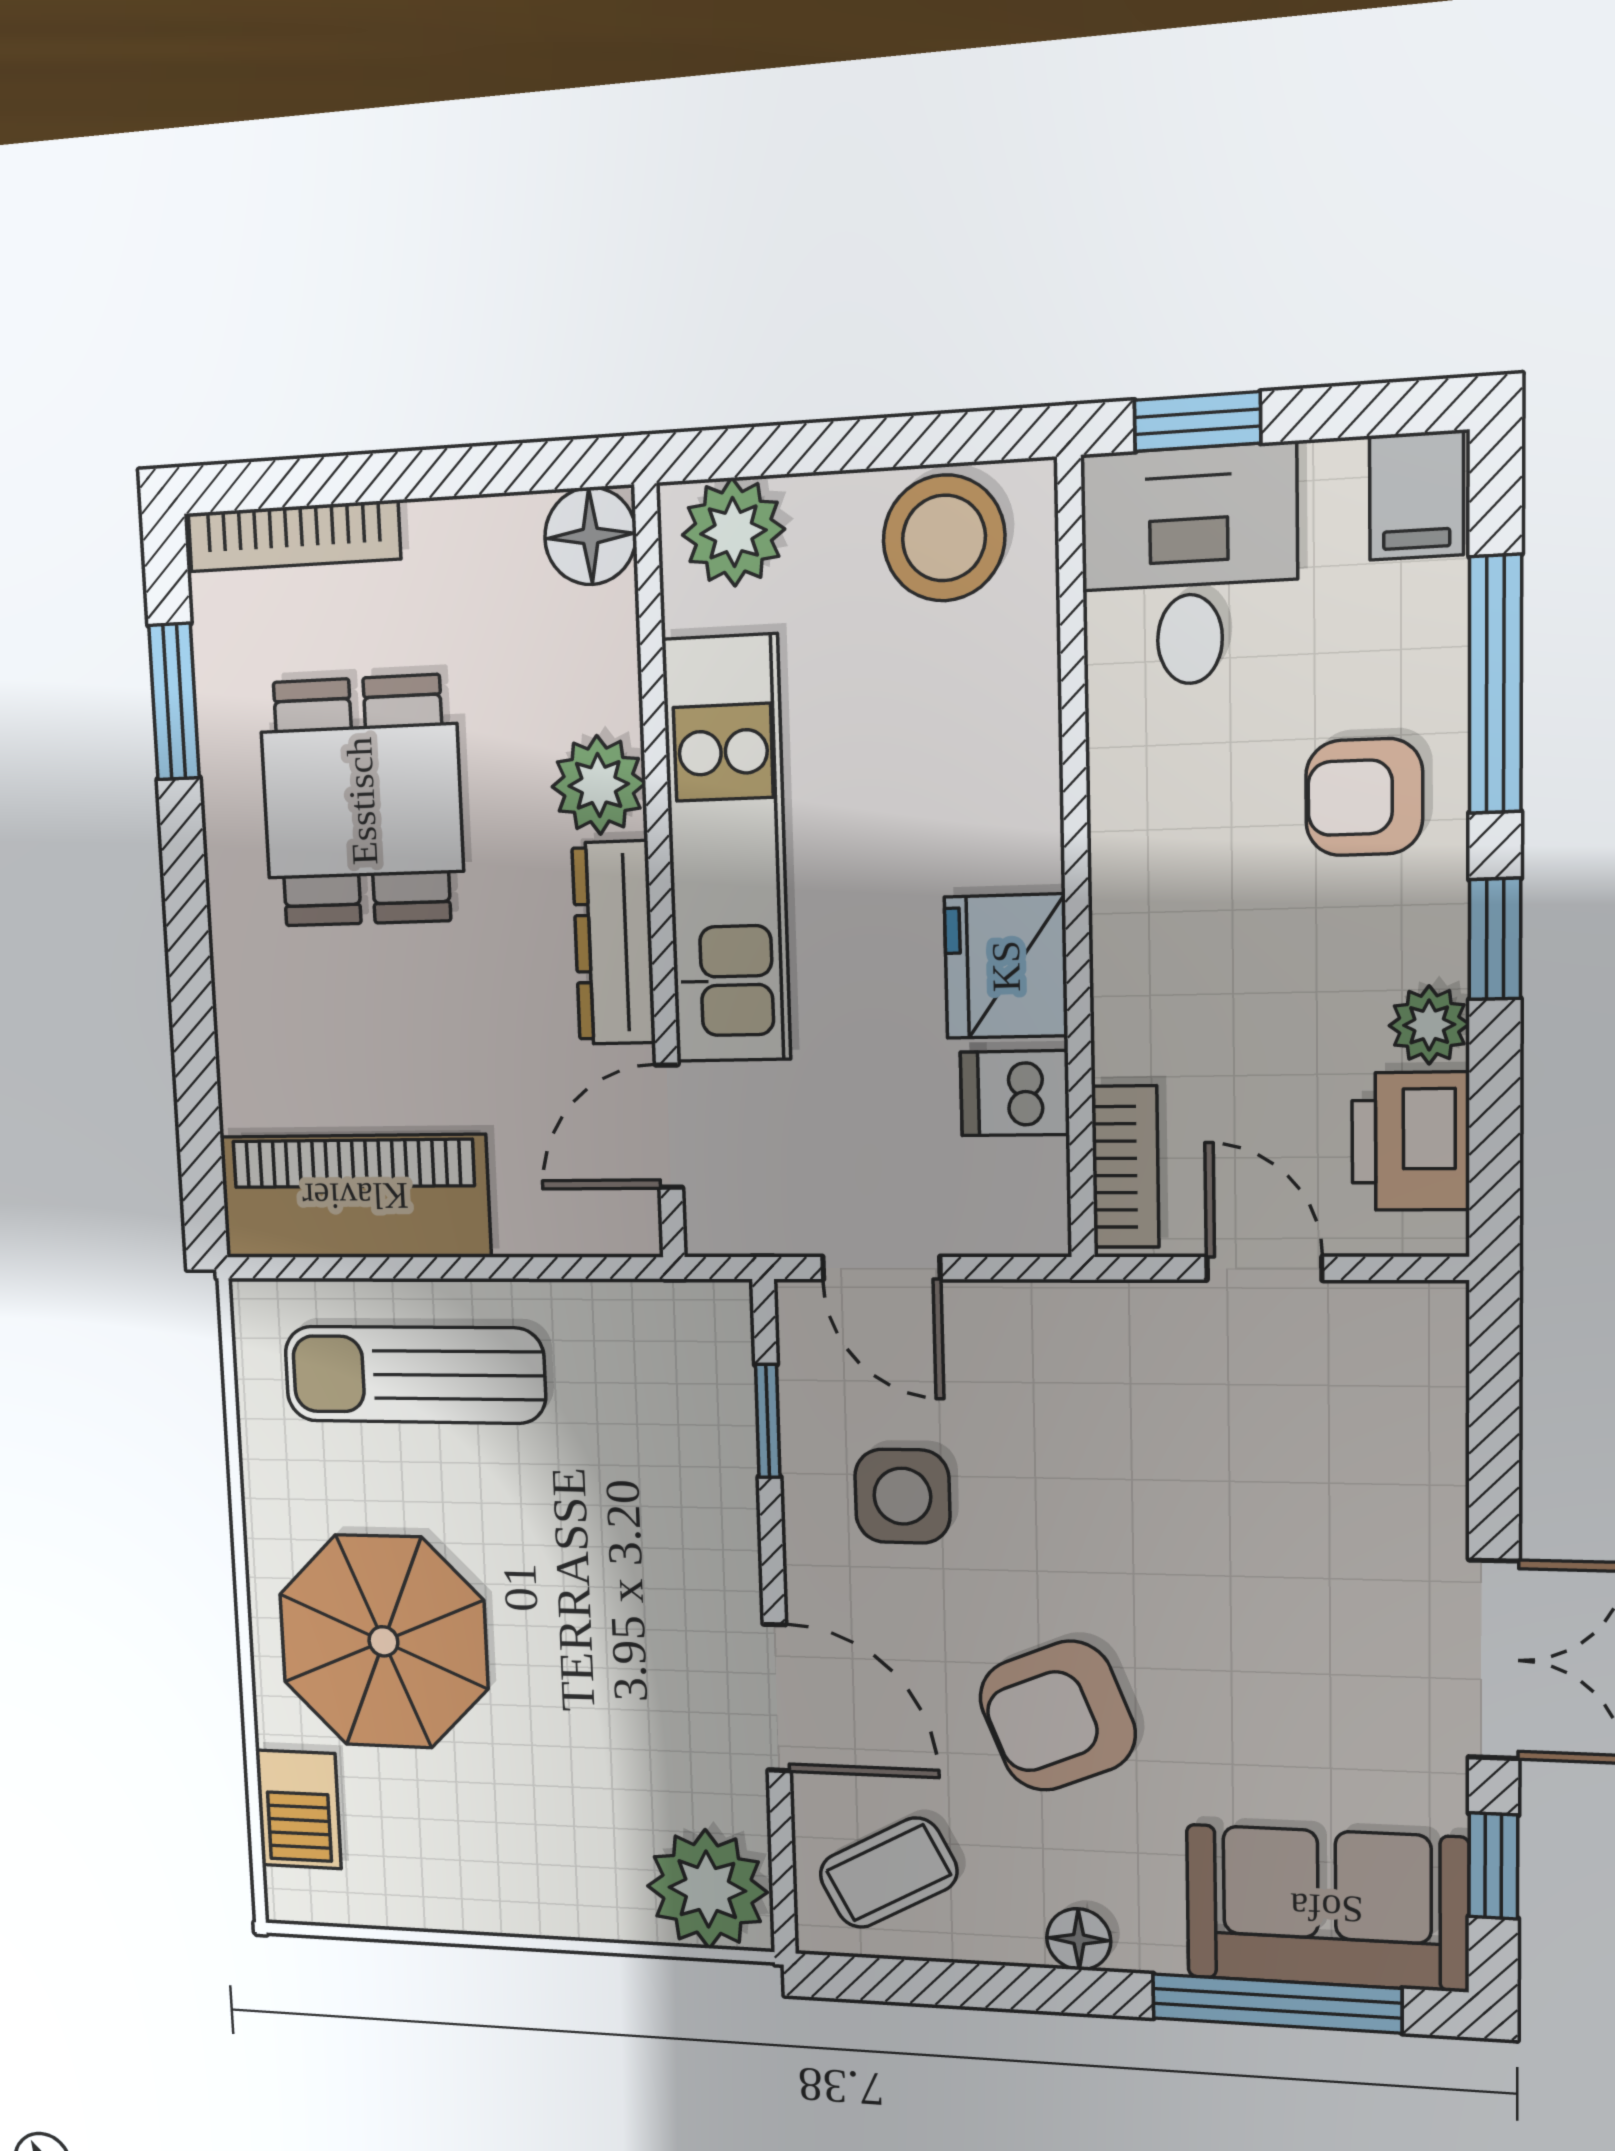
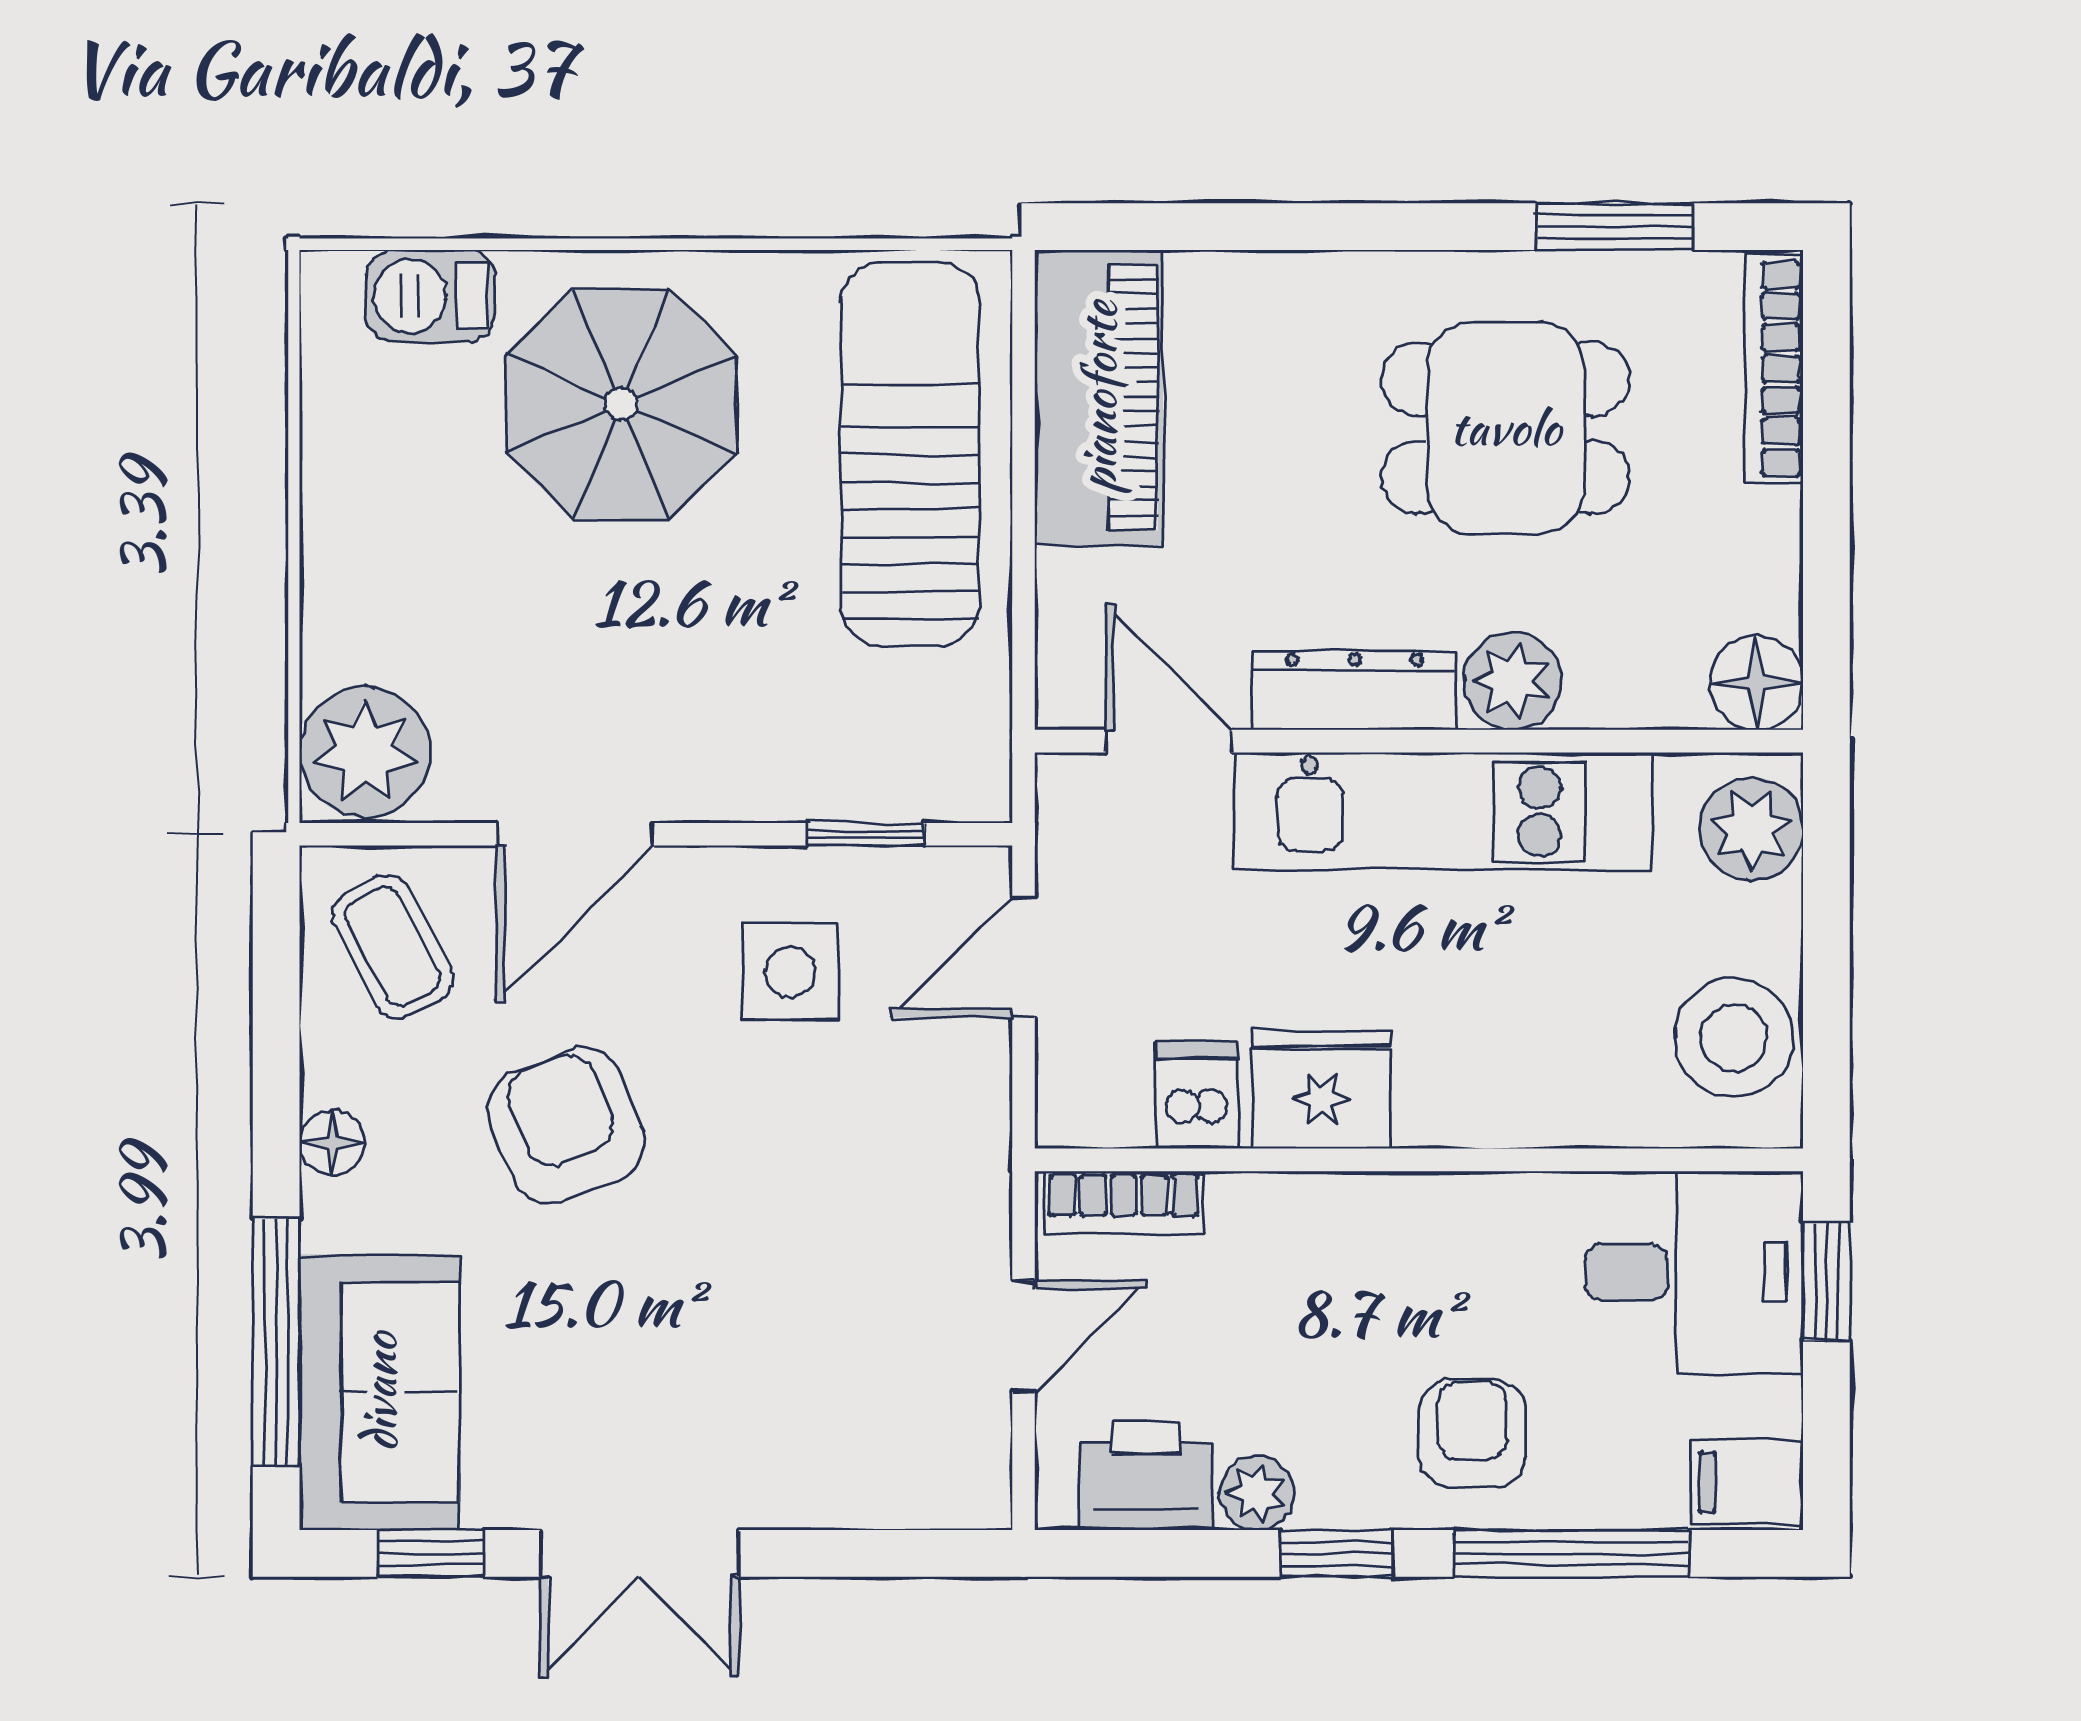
sun lounger: (414, 1375) -> (910, 454), width x1.36, depth x1.34

